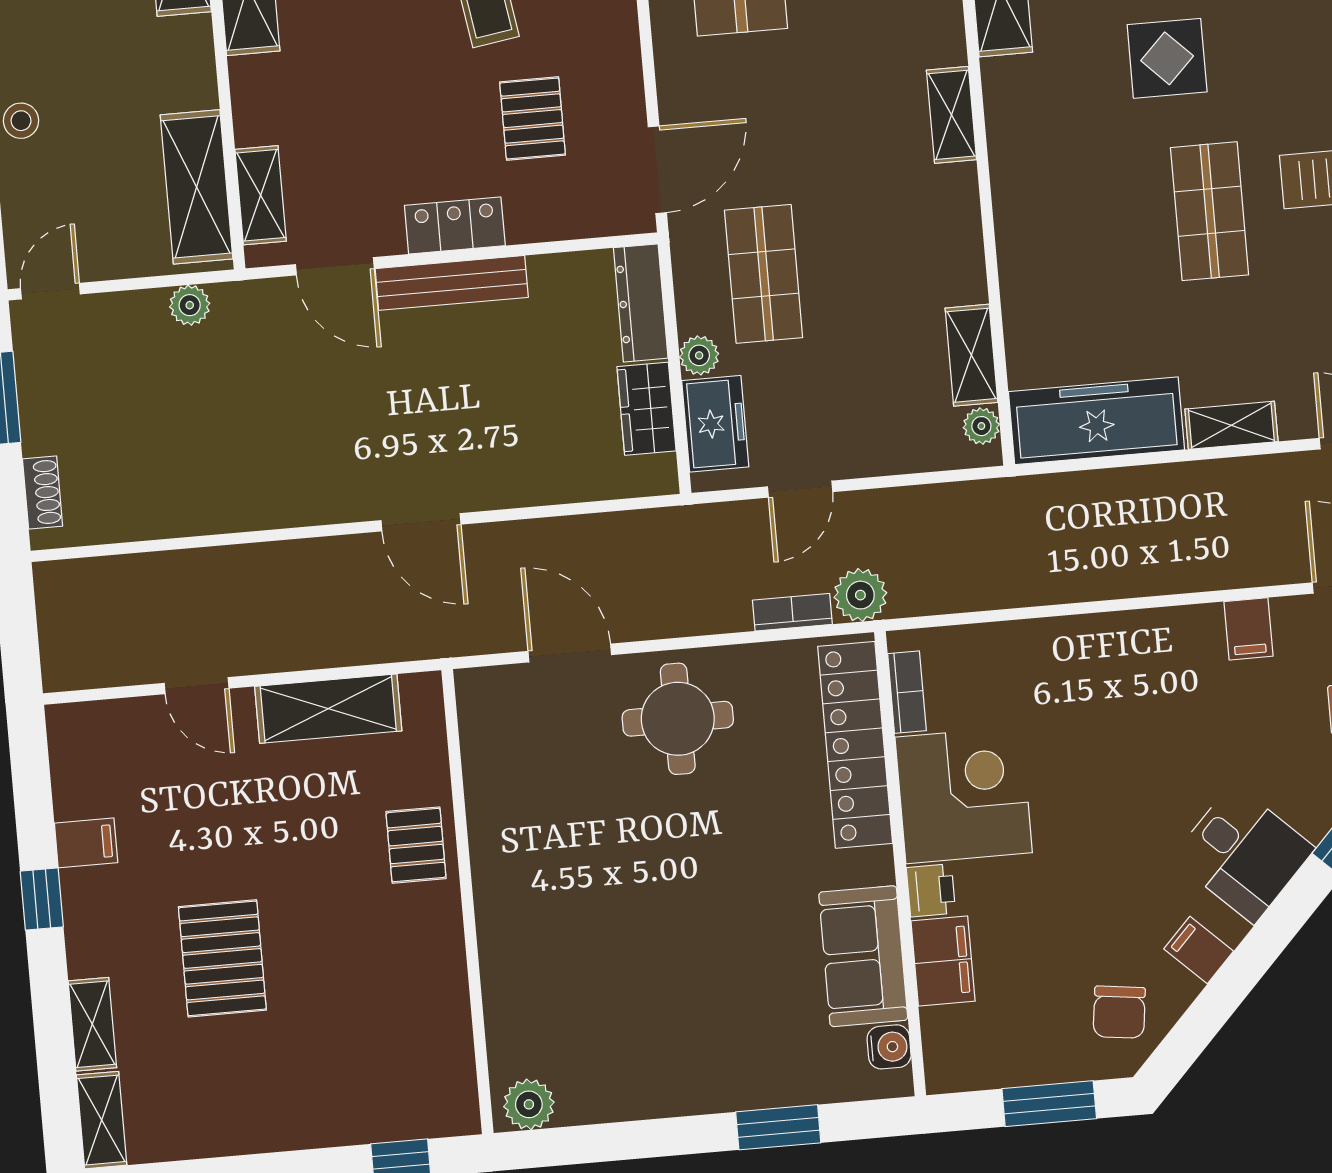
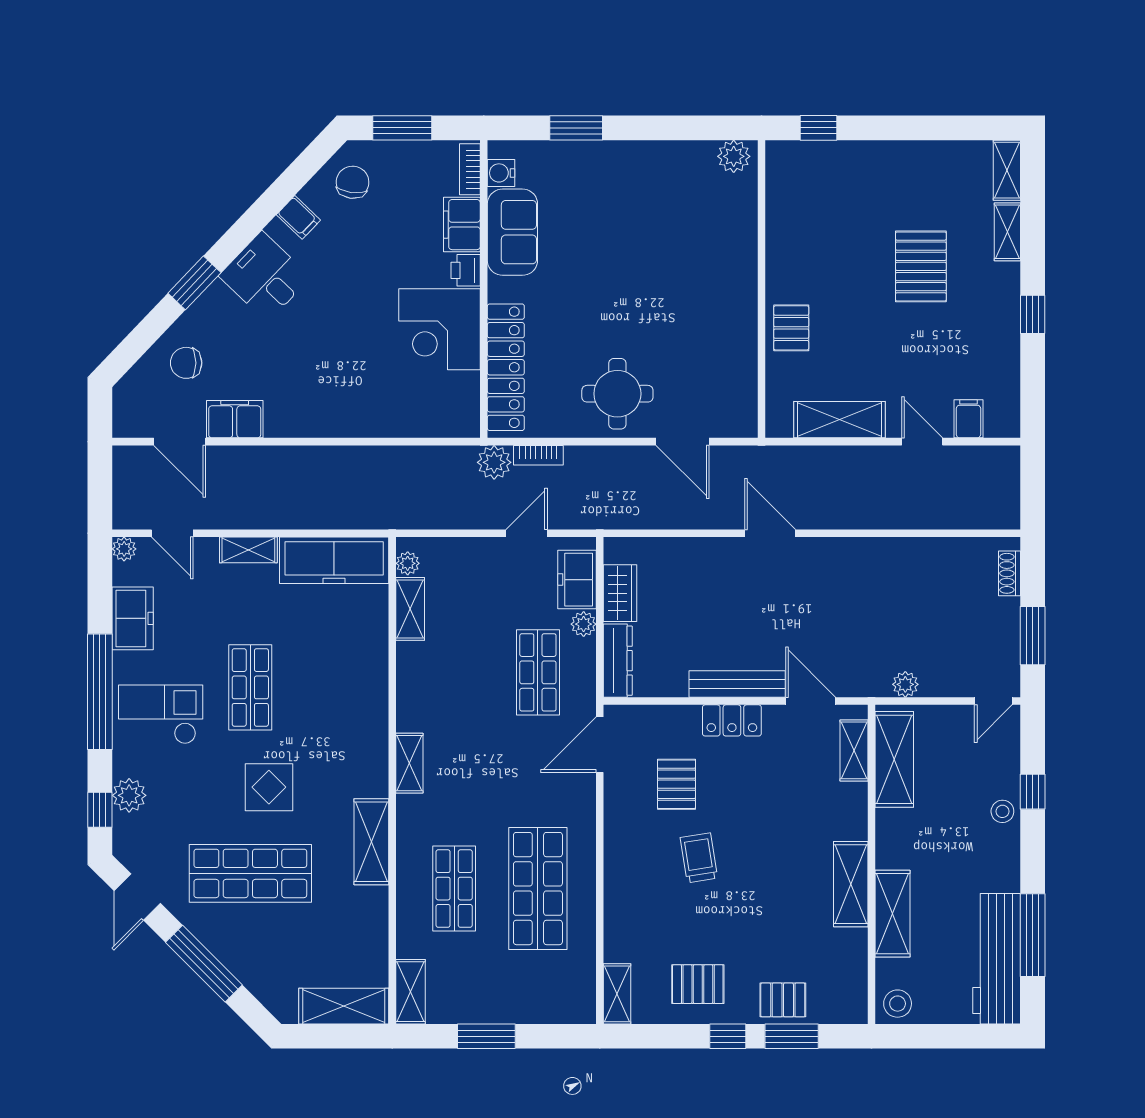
filing cabinet: (1249, 629) -> (235, 419), width x2.00
bookcase: (907, 692) -> (470, 169), moved
filing cabinet: (86, 843) -> (968, 419), moved, turned 90

